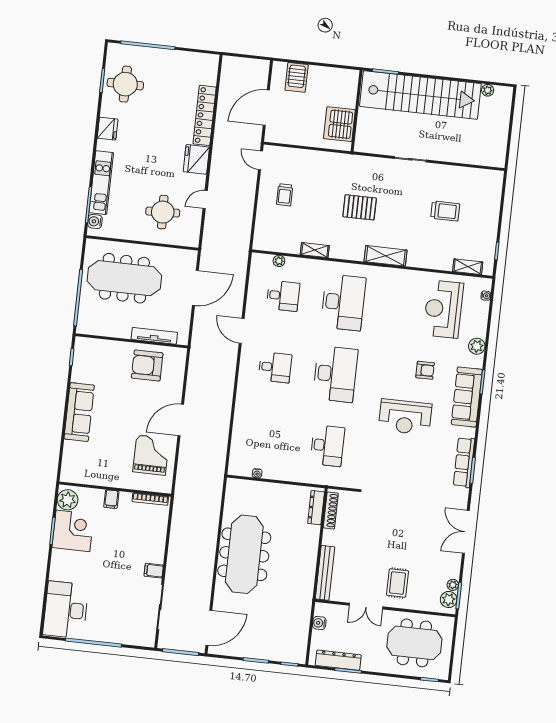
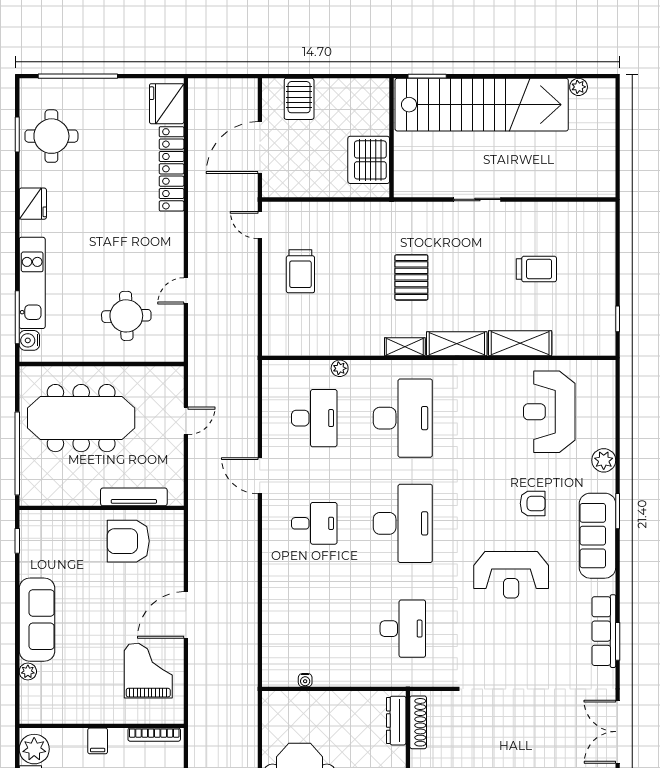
fridge: (196, 159) -> (167, 104), moved
trolley: (285, 195) -> (300, 271), width x1.36, depth x1.39
pallet: (360, 207) -> (411, 277), turned 90
shelving: (315, 250) -> (405, 347), moved
plant: (279, 261) -> (340, 368), moved
shelving: (468, 267) -> (520, 343), moved, width x1.50, depth x1.33
door: (195, 288) -> (186, 421), width x0.53
desk: (283, 296) -> (314, 418), width x1.37
water cooler: (486, 296) -> (609, 386), removed
plant: (69, 447) -> (28, 672), added

